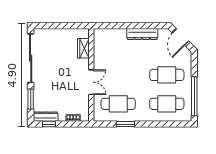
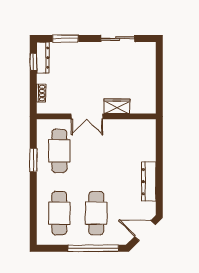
wardrobe: (83, 48) -> (117, 106), moved
sliding door: (31, 58) -> (118, 39), width x0.54
window: (194, 96) -> (93, 248), moved

